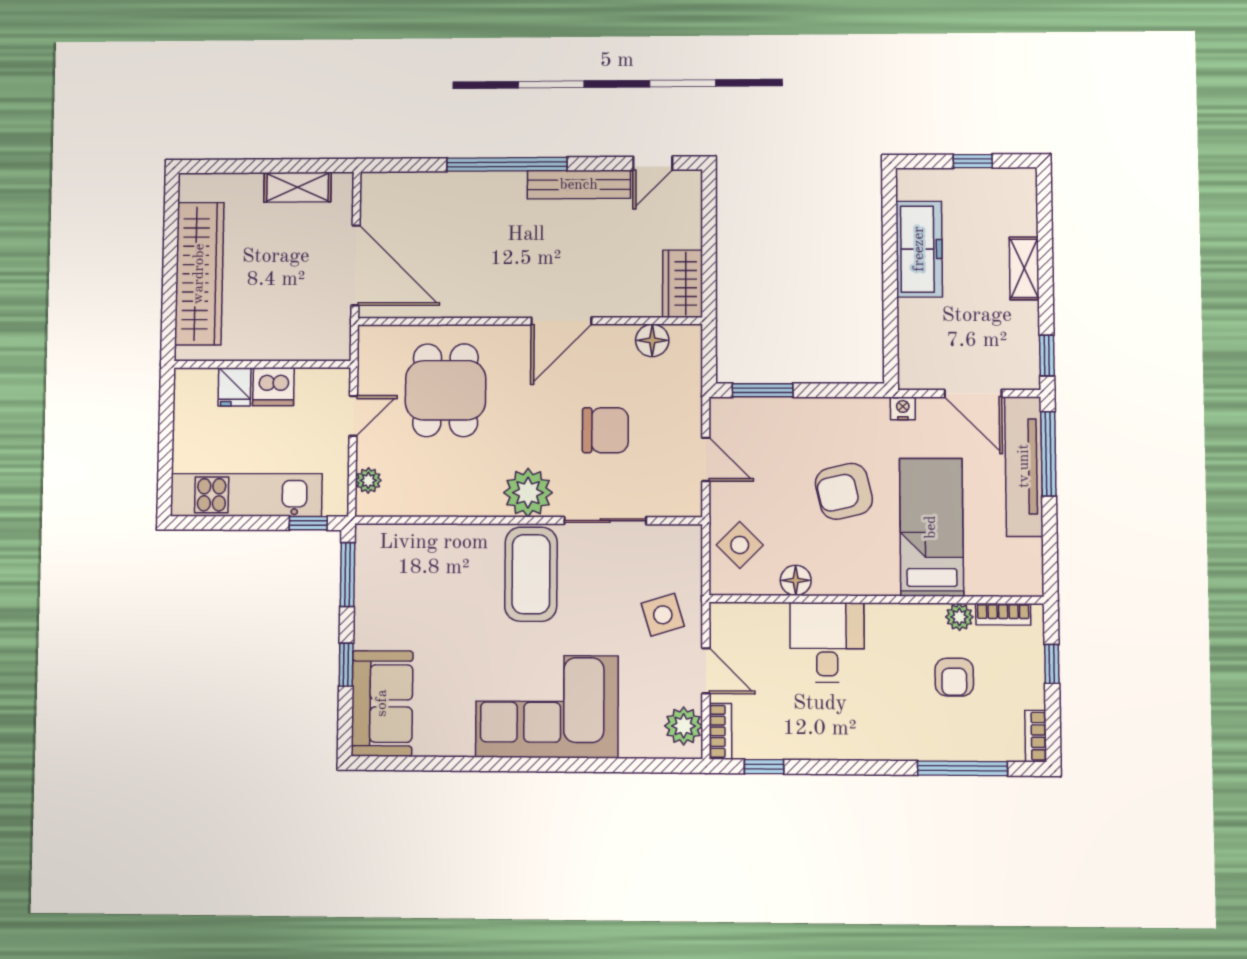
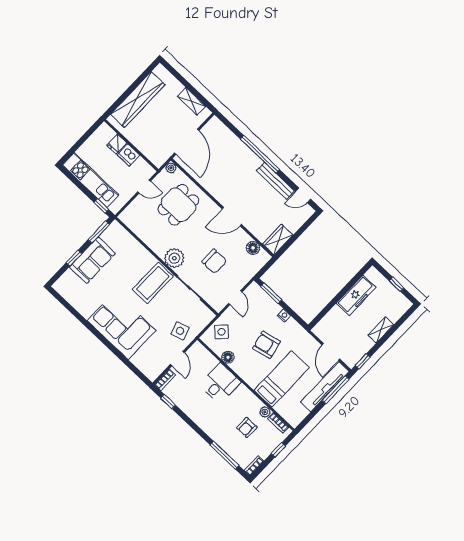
nightstand: (903, 408) -> (284, 316), moved
plant: (368, 480) -> (171, 168), moved
sofa: (382, 703) -> (92, 260), moved
plant: (684, 726) -> (156, 368), removed

